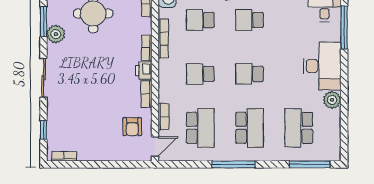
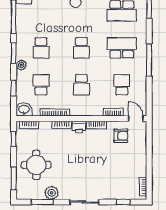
school desk: (200, 20) -> (41, 85), turned 180
school desk: (200, 128) -> (122, 85), width x0.54

